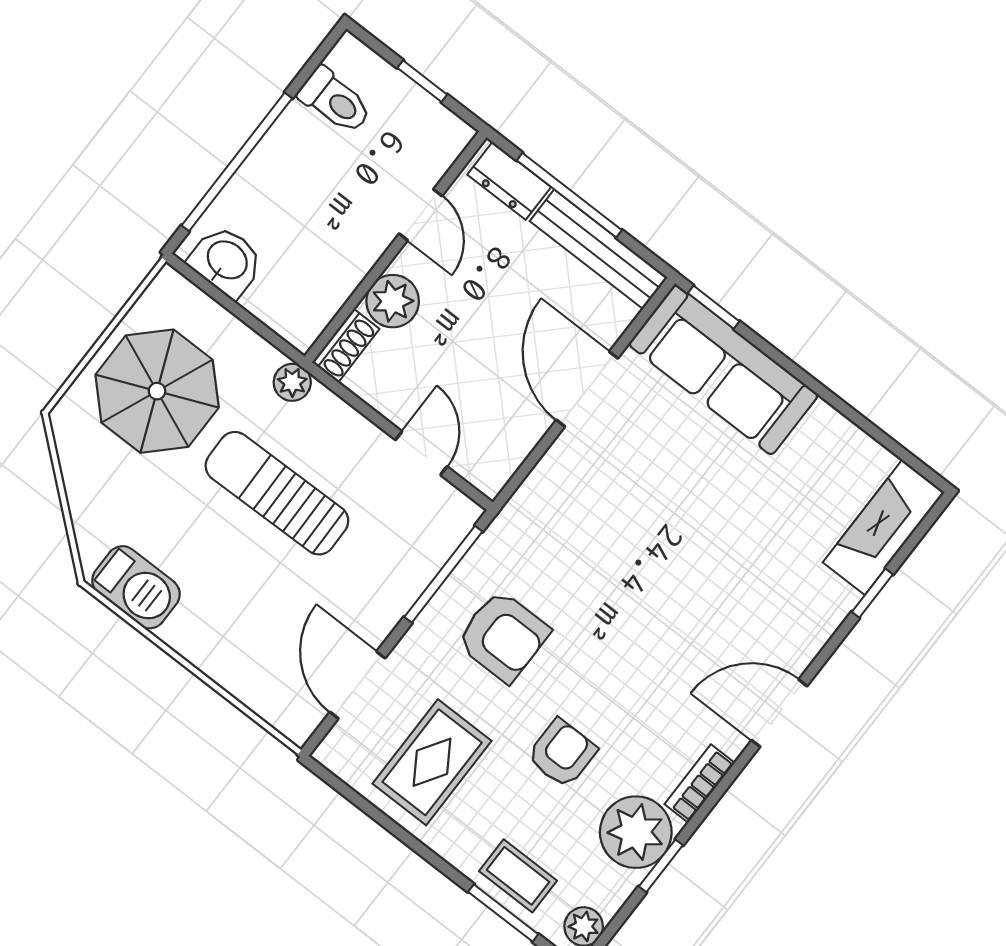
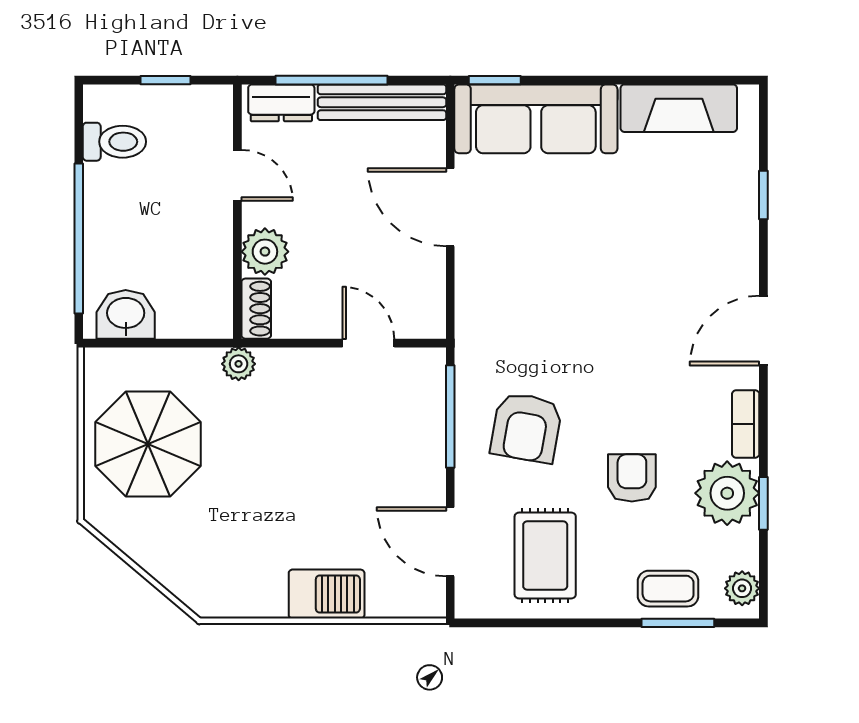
sun lounger: (277, 493) -> (288, 450), removed
fireplace: (884, 527) -> (679, 108), moved, turned -90
barbecue: (136, 587) -> (327, 594), moved
armchair: (503, 636) -> (526, 428), turned 100

